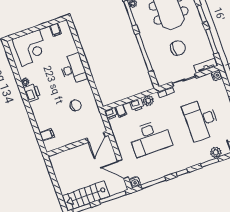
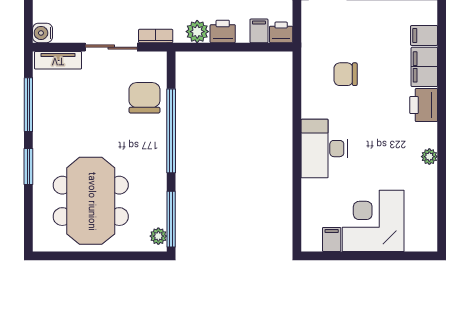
corner desk: (30, 48) -> (373, 221), moved
chair: (178, 48) -> (144, 98), moved, turned 90
printer: (32, 93) -> (424, 105), moved
filing cabinet: (42, 121) -> (424, 67), added

